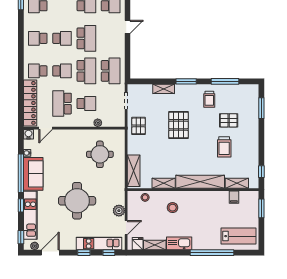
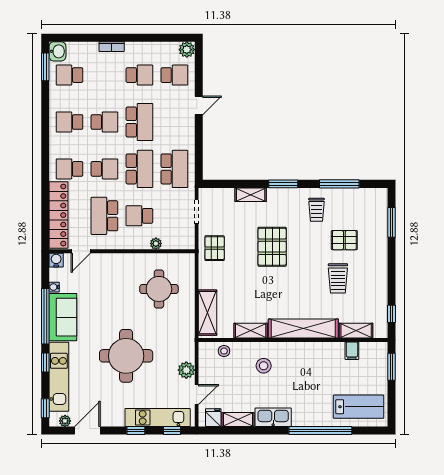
school desk: (86, 104) -> (139, 216), turned 180

